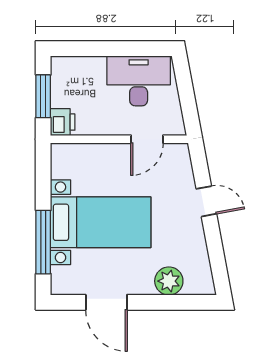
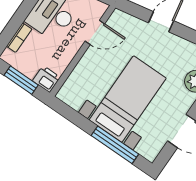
bookcase: (87, 63) -> (19, 38), added
door: (147, 139) -> (95, 32), hinge flipped

